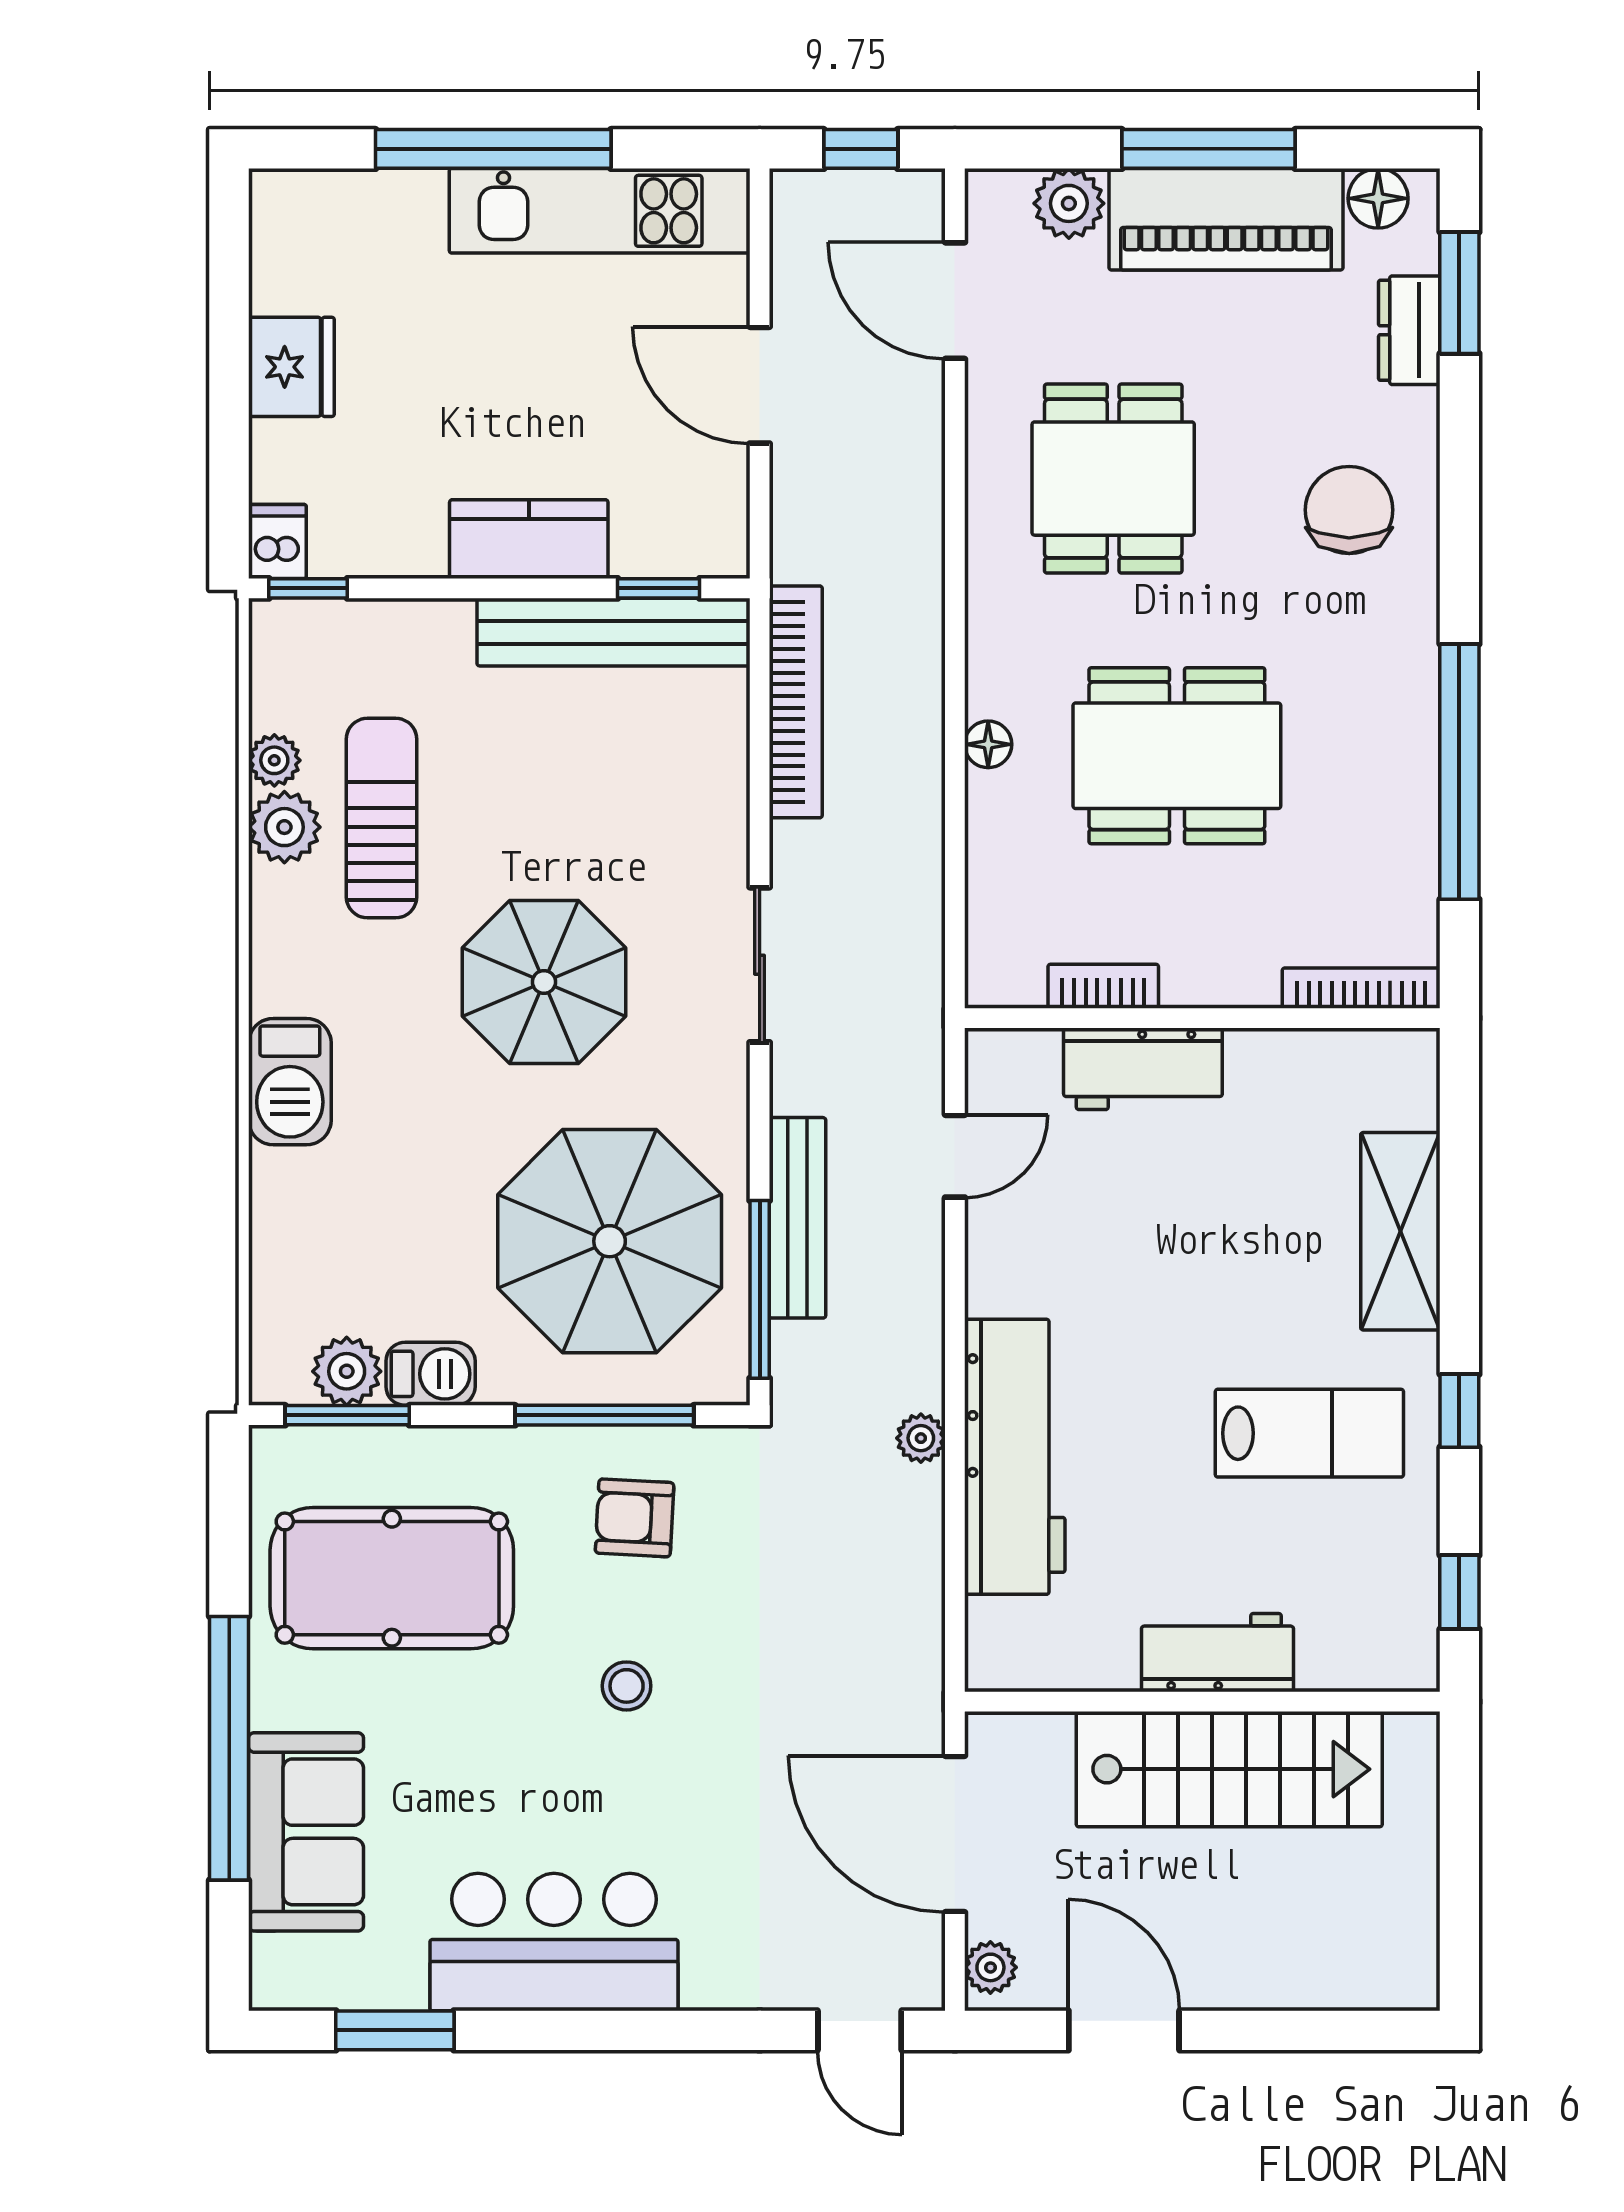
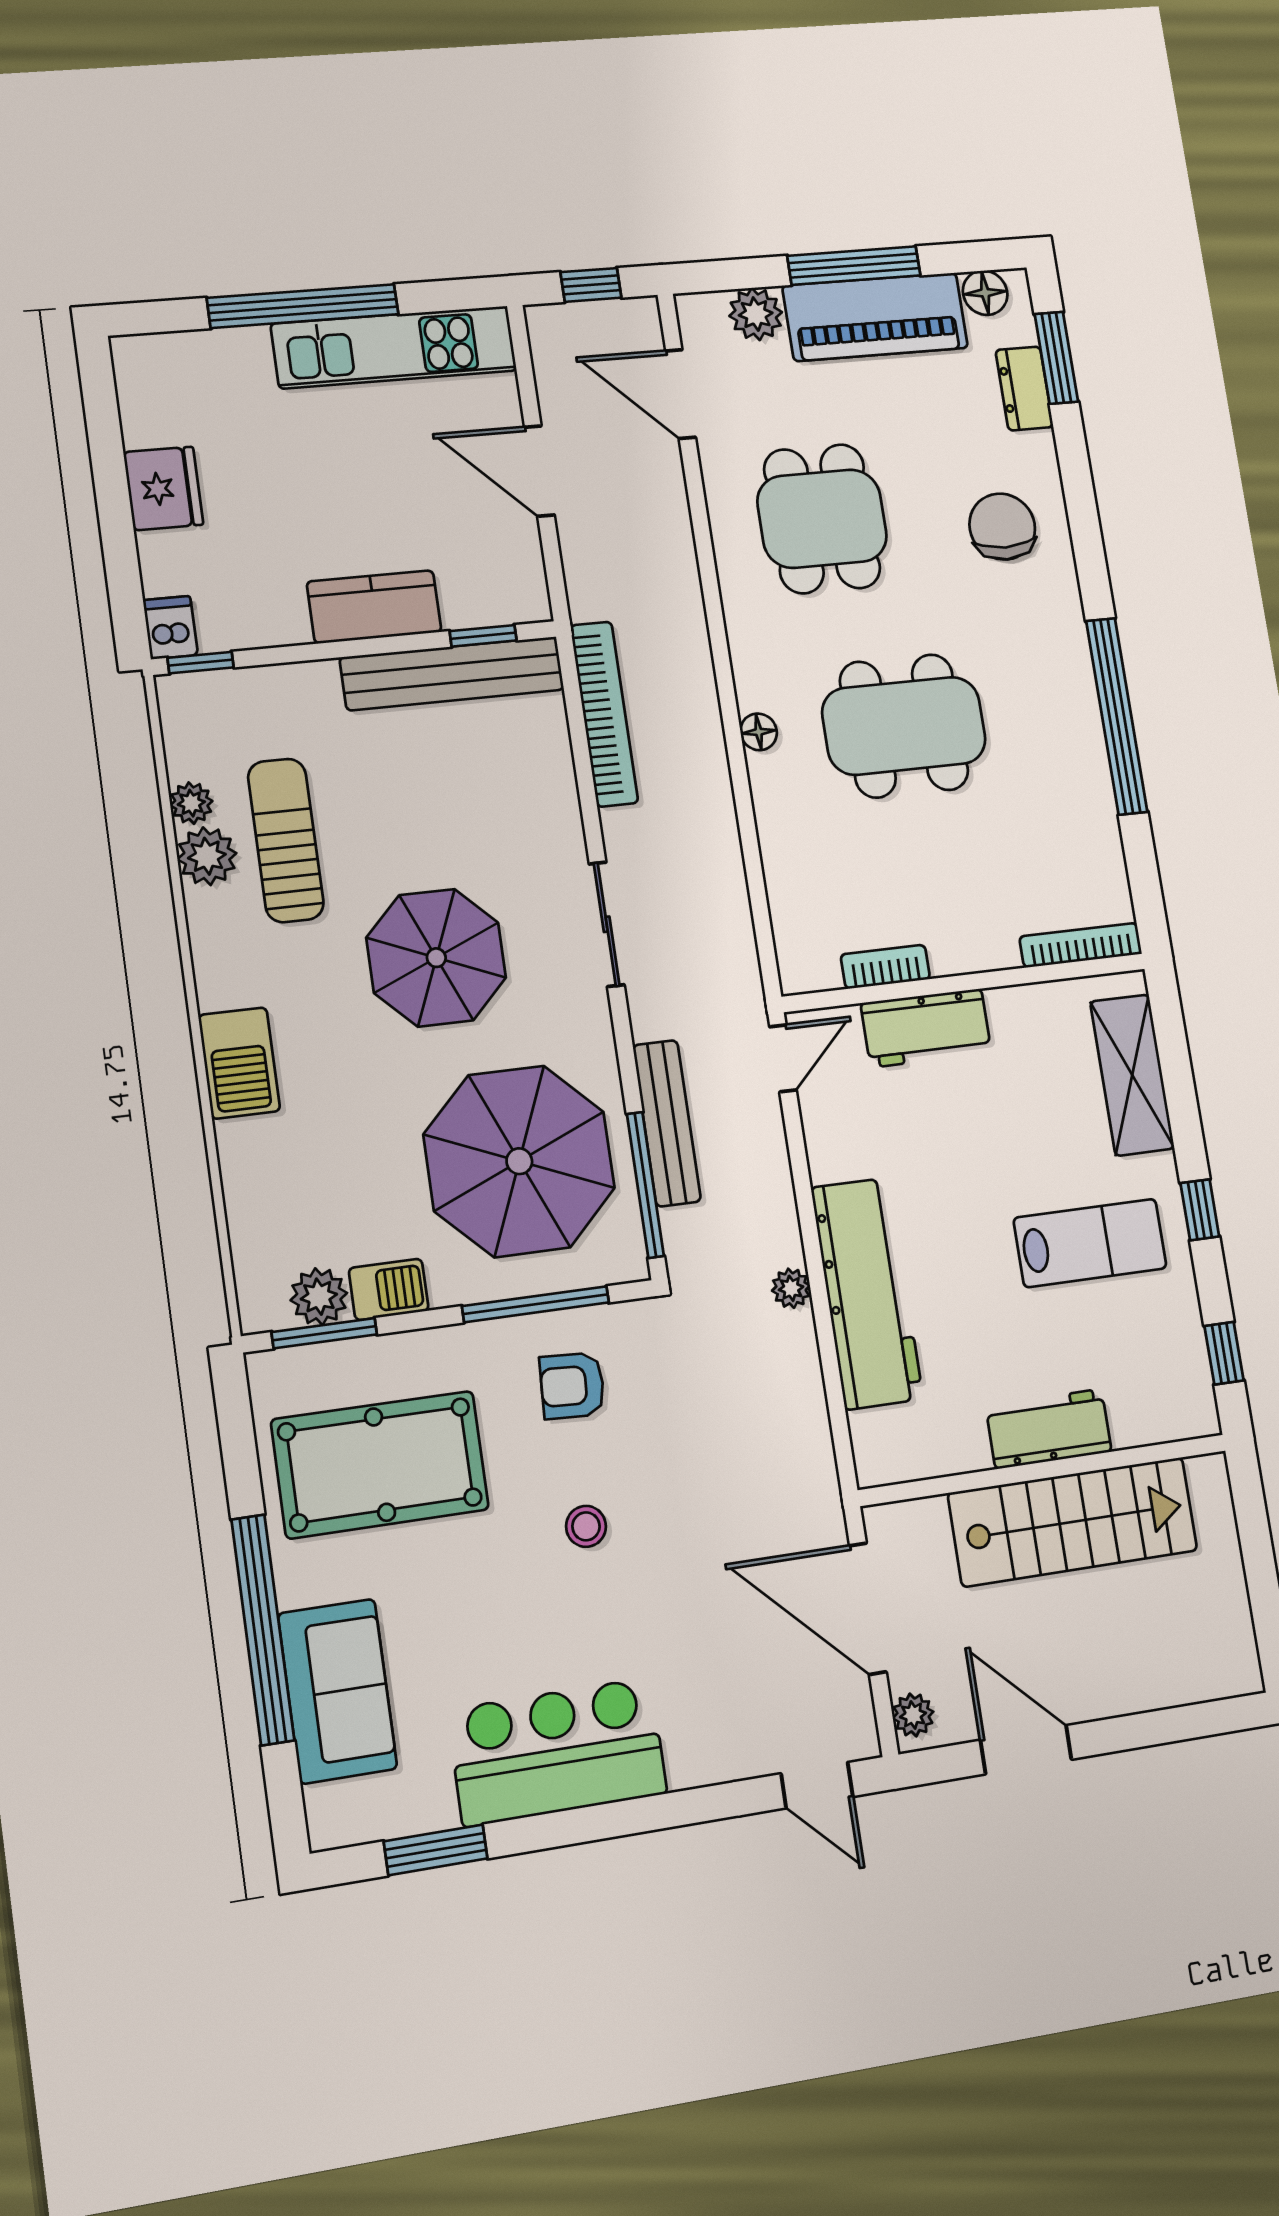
bookcase: (1103, 986) -> (885, 967), moved
bookcase: (1361, 988) -> (1081, 945), moved
wall: (1202, 1018) -> (965, 983), moved
workbench: (1143, 1069) -> (926, 1028), moved

